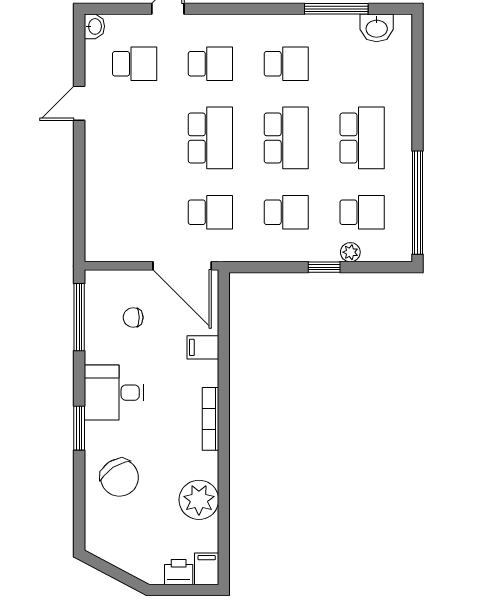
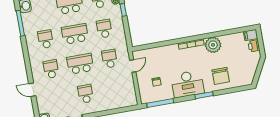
school desk: (135, 64) -> (86, 94), moved
door: (182, 266) -> (133, 66), width x0.53
filing cabinet: (203, 347) -> (163, 52), removed
desk: (114, 393) -> (188, 84), width x1.37
chair: (119, 478) -> (221, 76), turned 123
plant: (199, 500) -> (213, 45), moved

